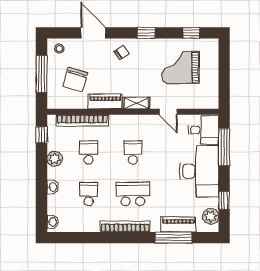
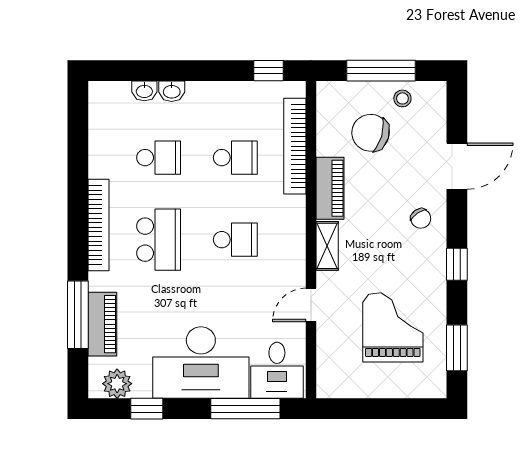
window: (191, 33) -> (457, 348), width x1.50
stool: (59, 49) -> (402, 98), moved
plant: (55, 159) -> (224, 95), removed
washbasin: (52, 222) -> (144, 91), moved

